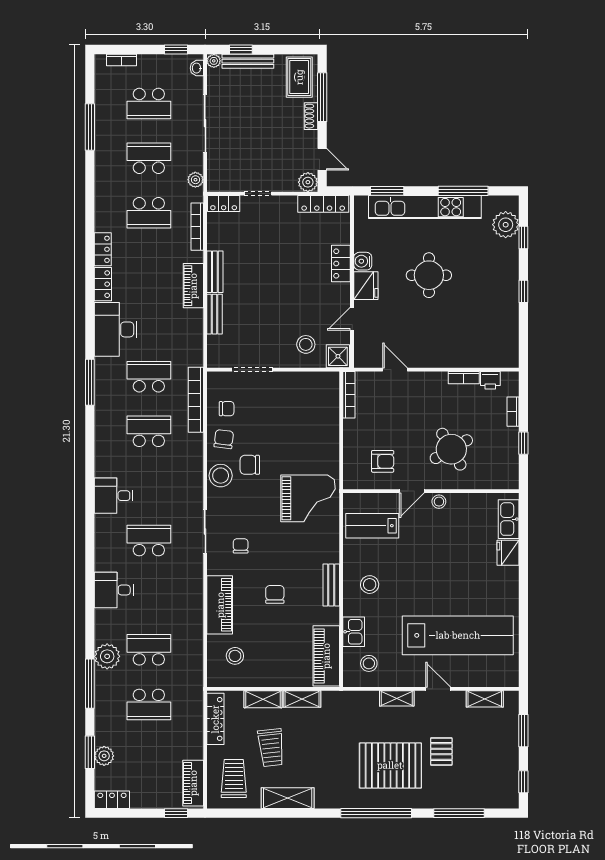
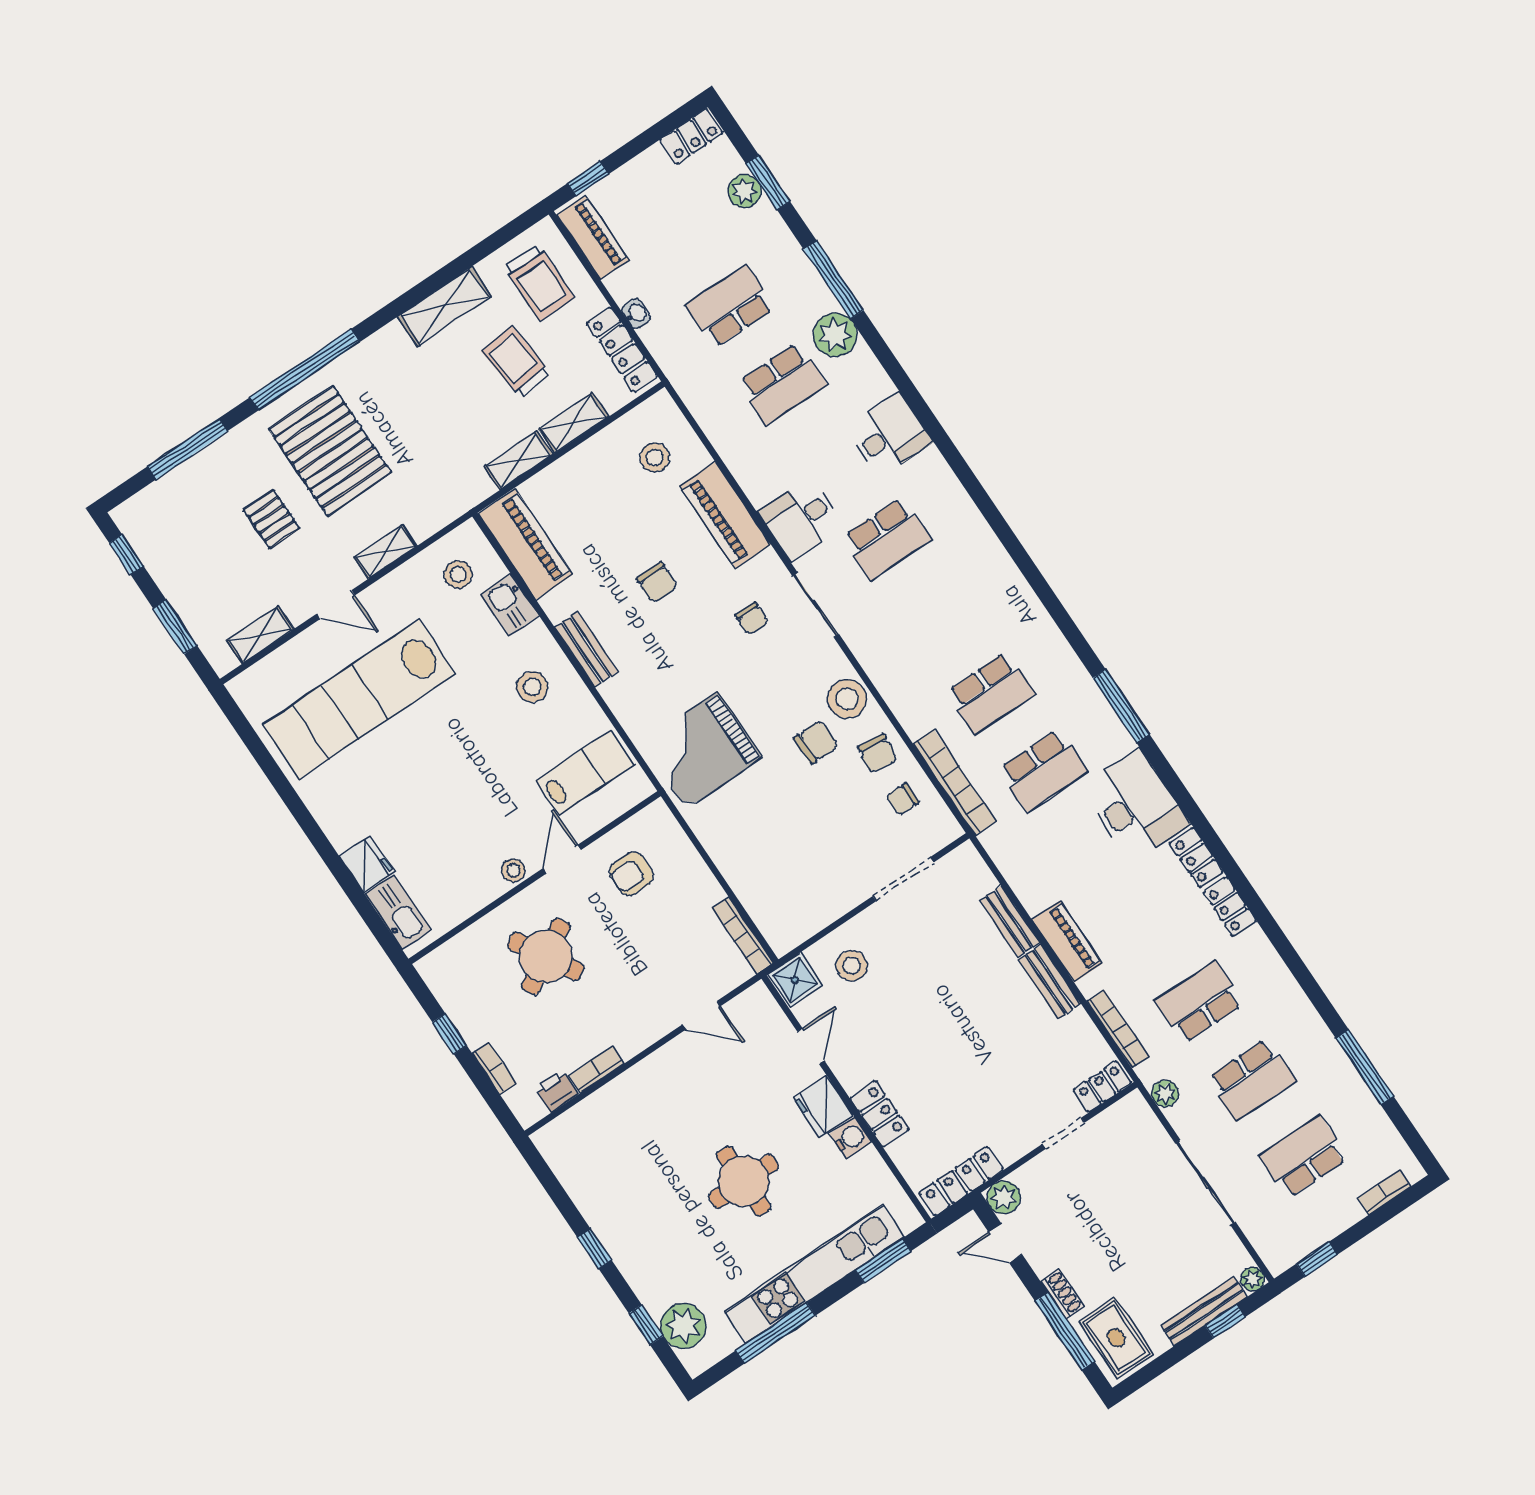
washbasin: (197, 68) -> (636, 314), moved
desk: (114, 496) -> (801, 519), moved, turned 180
pallet: (390, 765) -> (330, 451), turned 90

